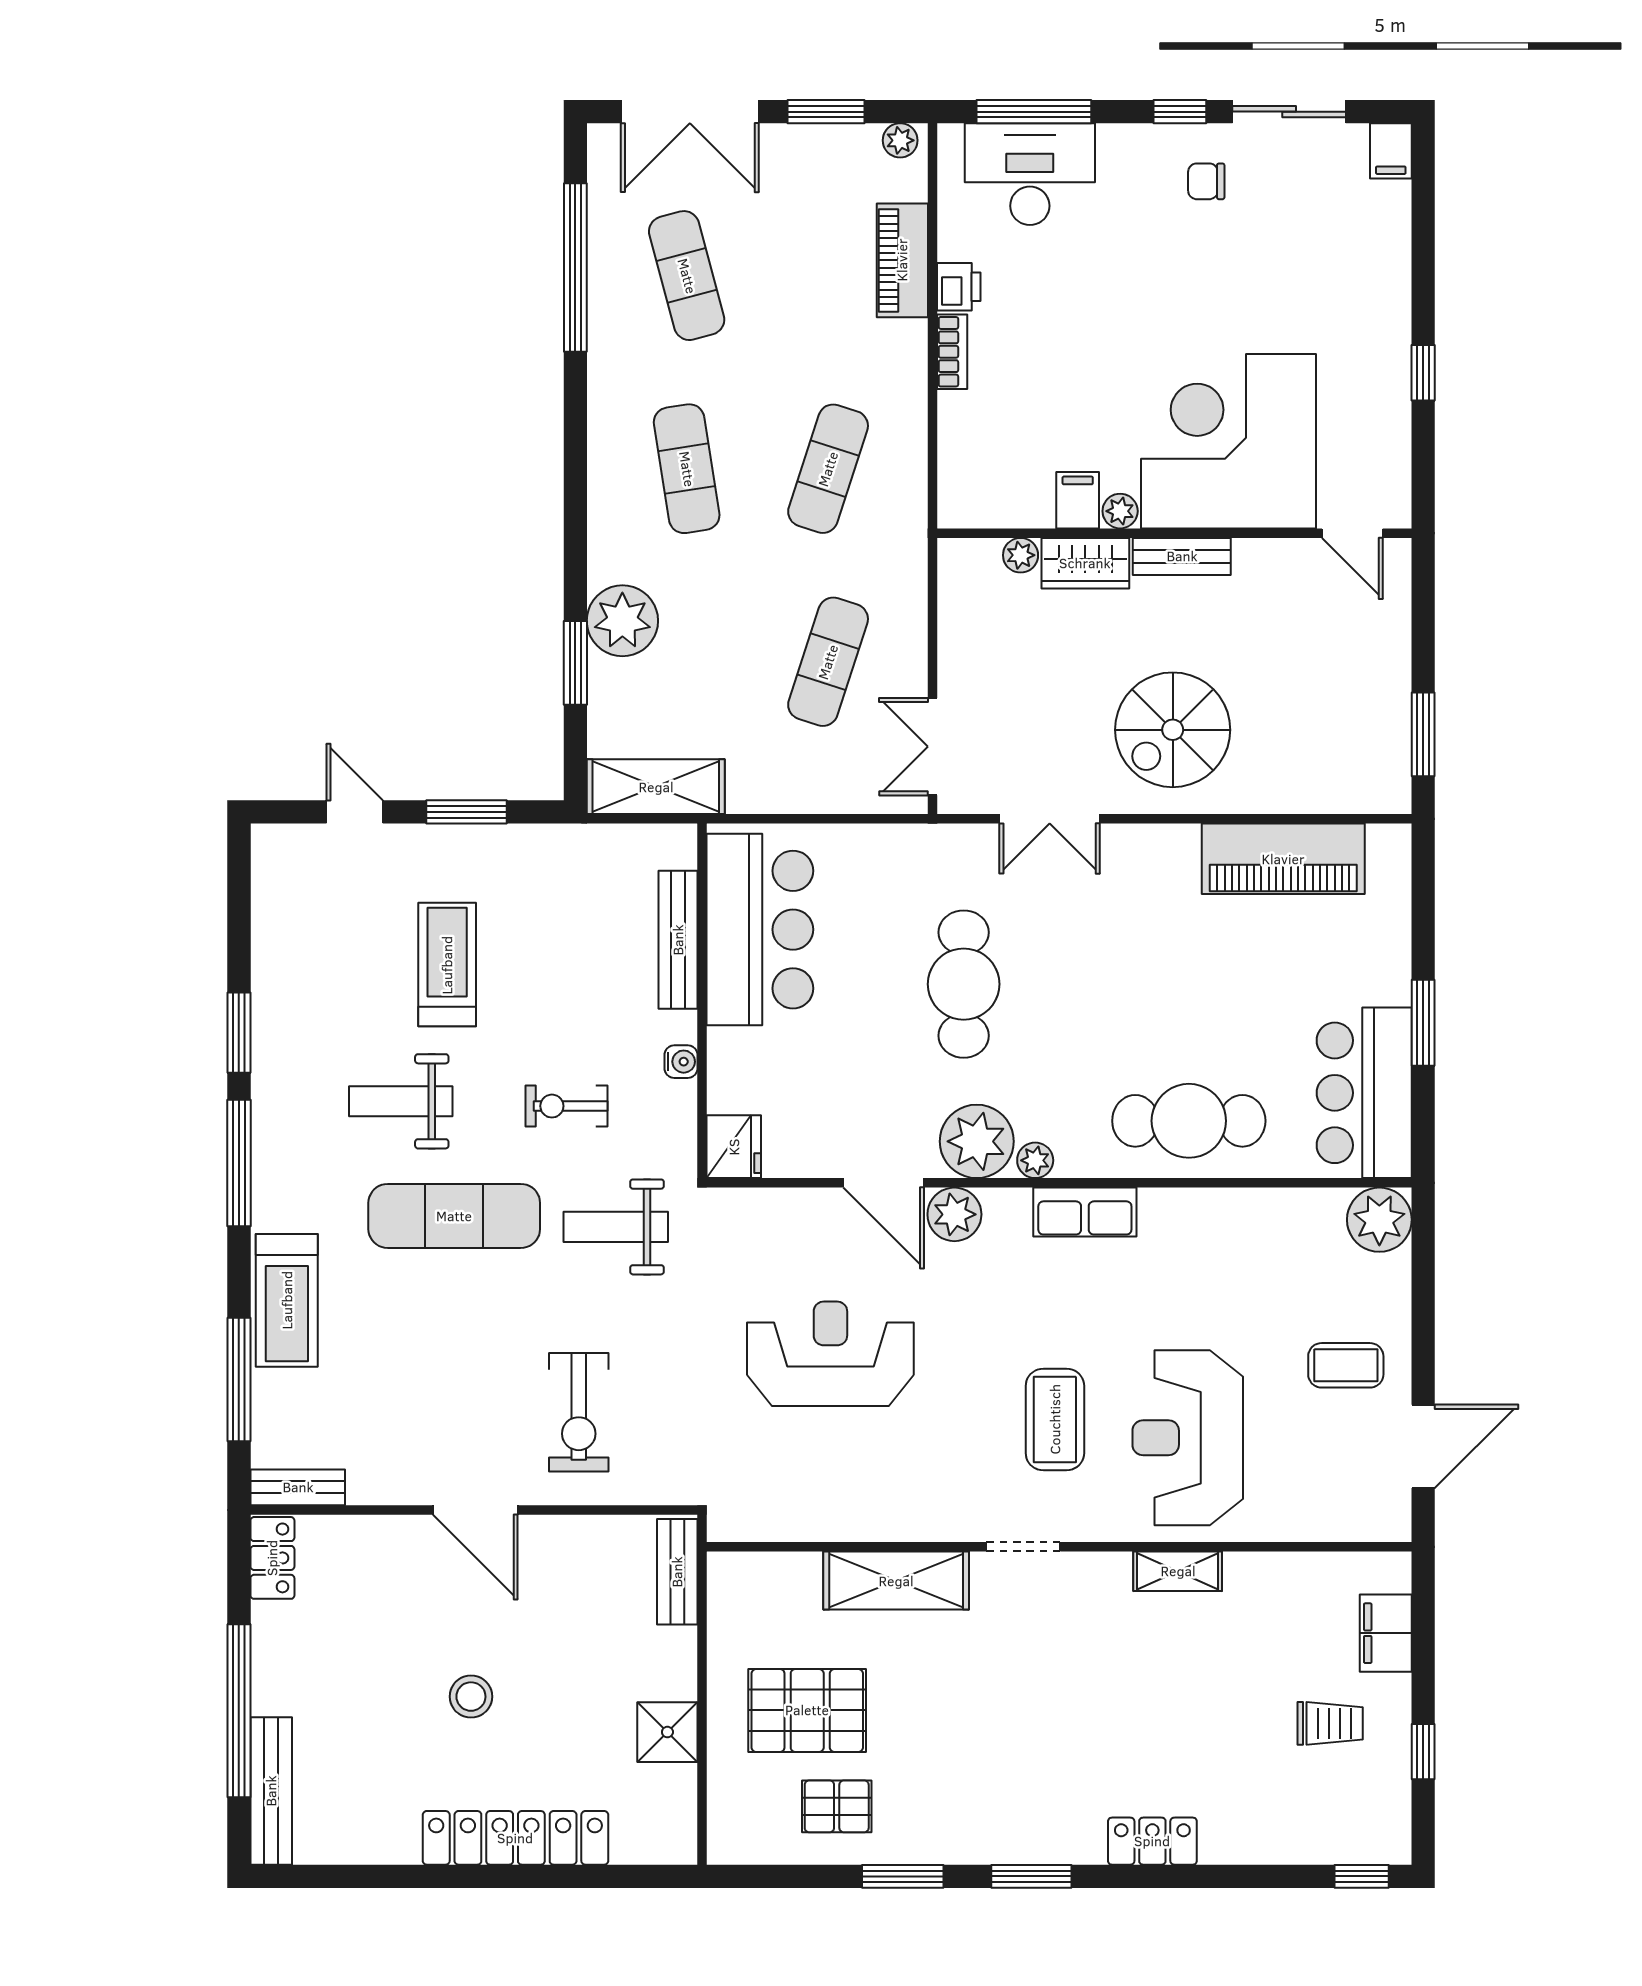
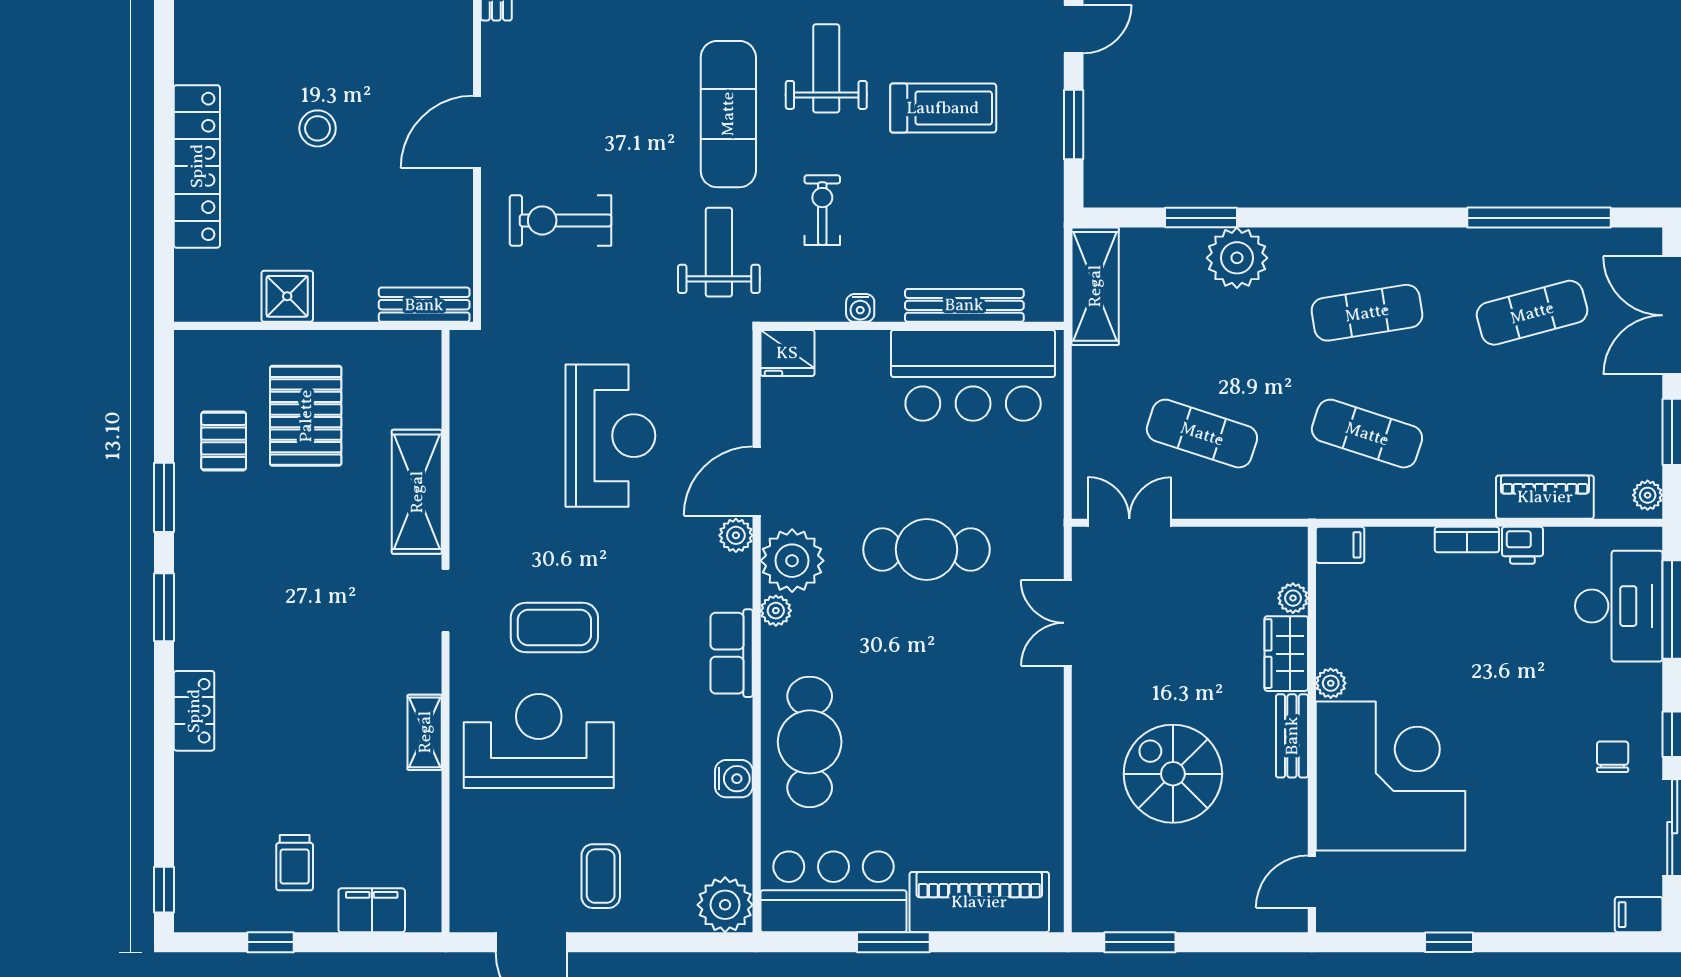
filing cabinet: (1078, 500) -> (1340, 545), moved
spiral stairs: (1173, 730) -> (1173, 774), moved
piano: (1283, 859) -> (979, 902), moved, turned 90
water cooler: (1232, 1209) -> (734, 779), added
plant: (954, 1214) -> (736, 535), width x0.73, depth x0.73

